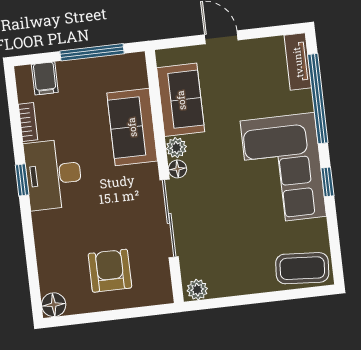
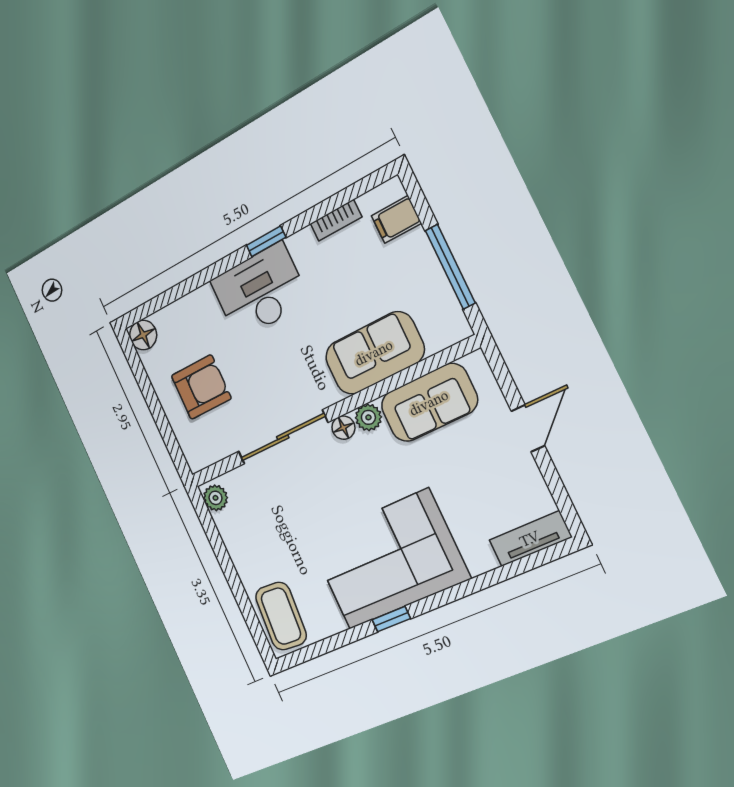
window: (318, 99) -> (491, 578), removed
desk: (53, 174) -> (260, 291), moved

